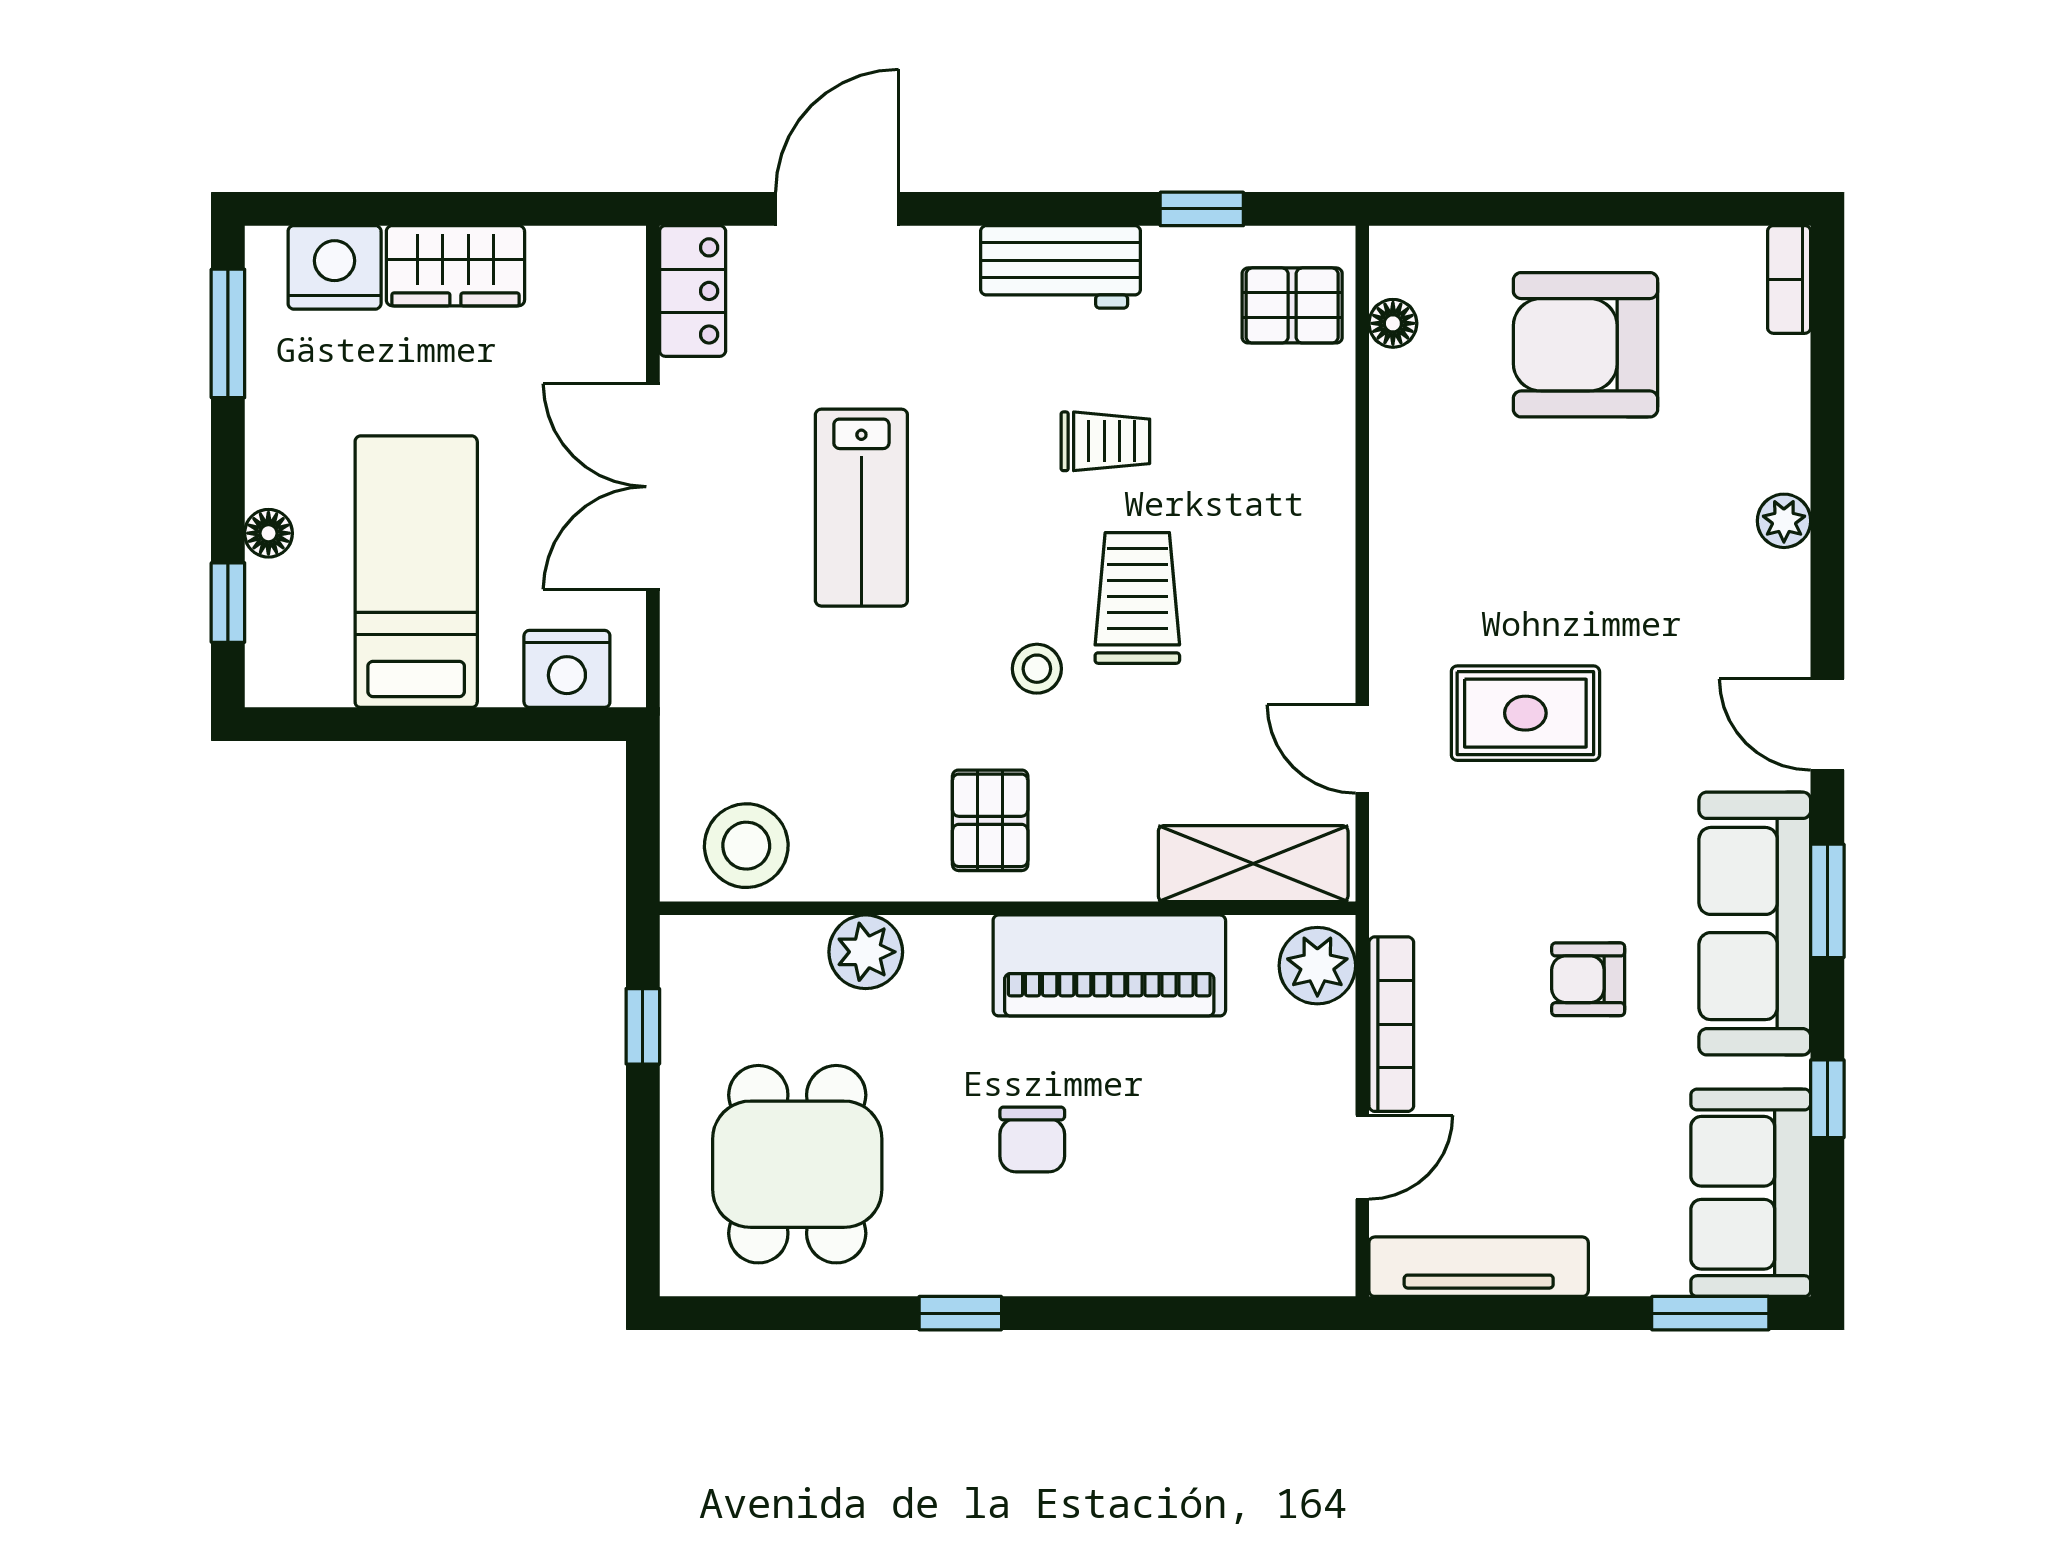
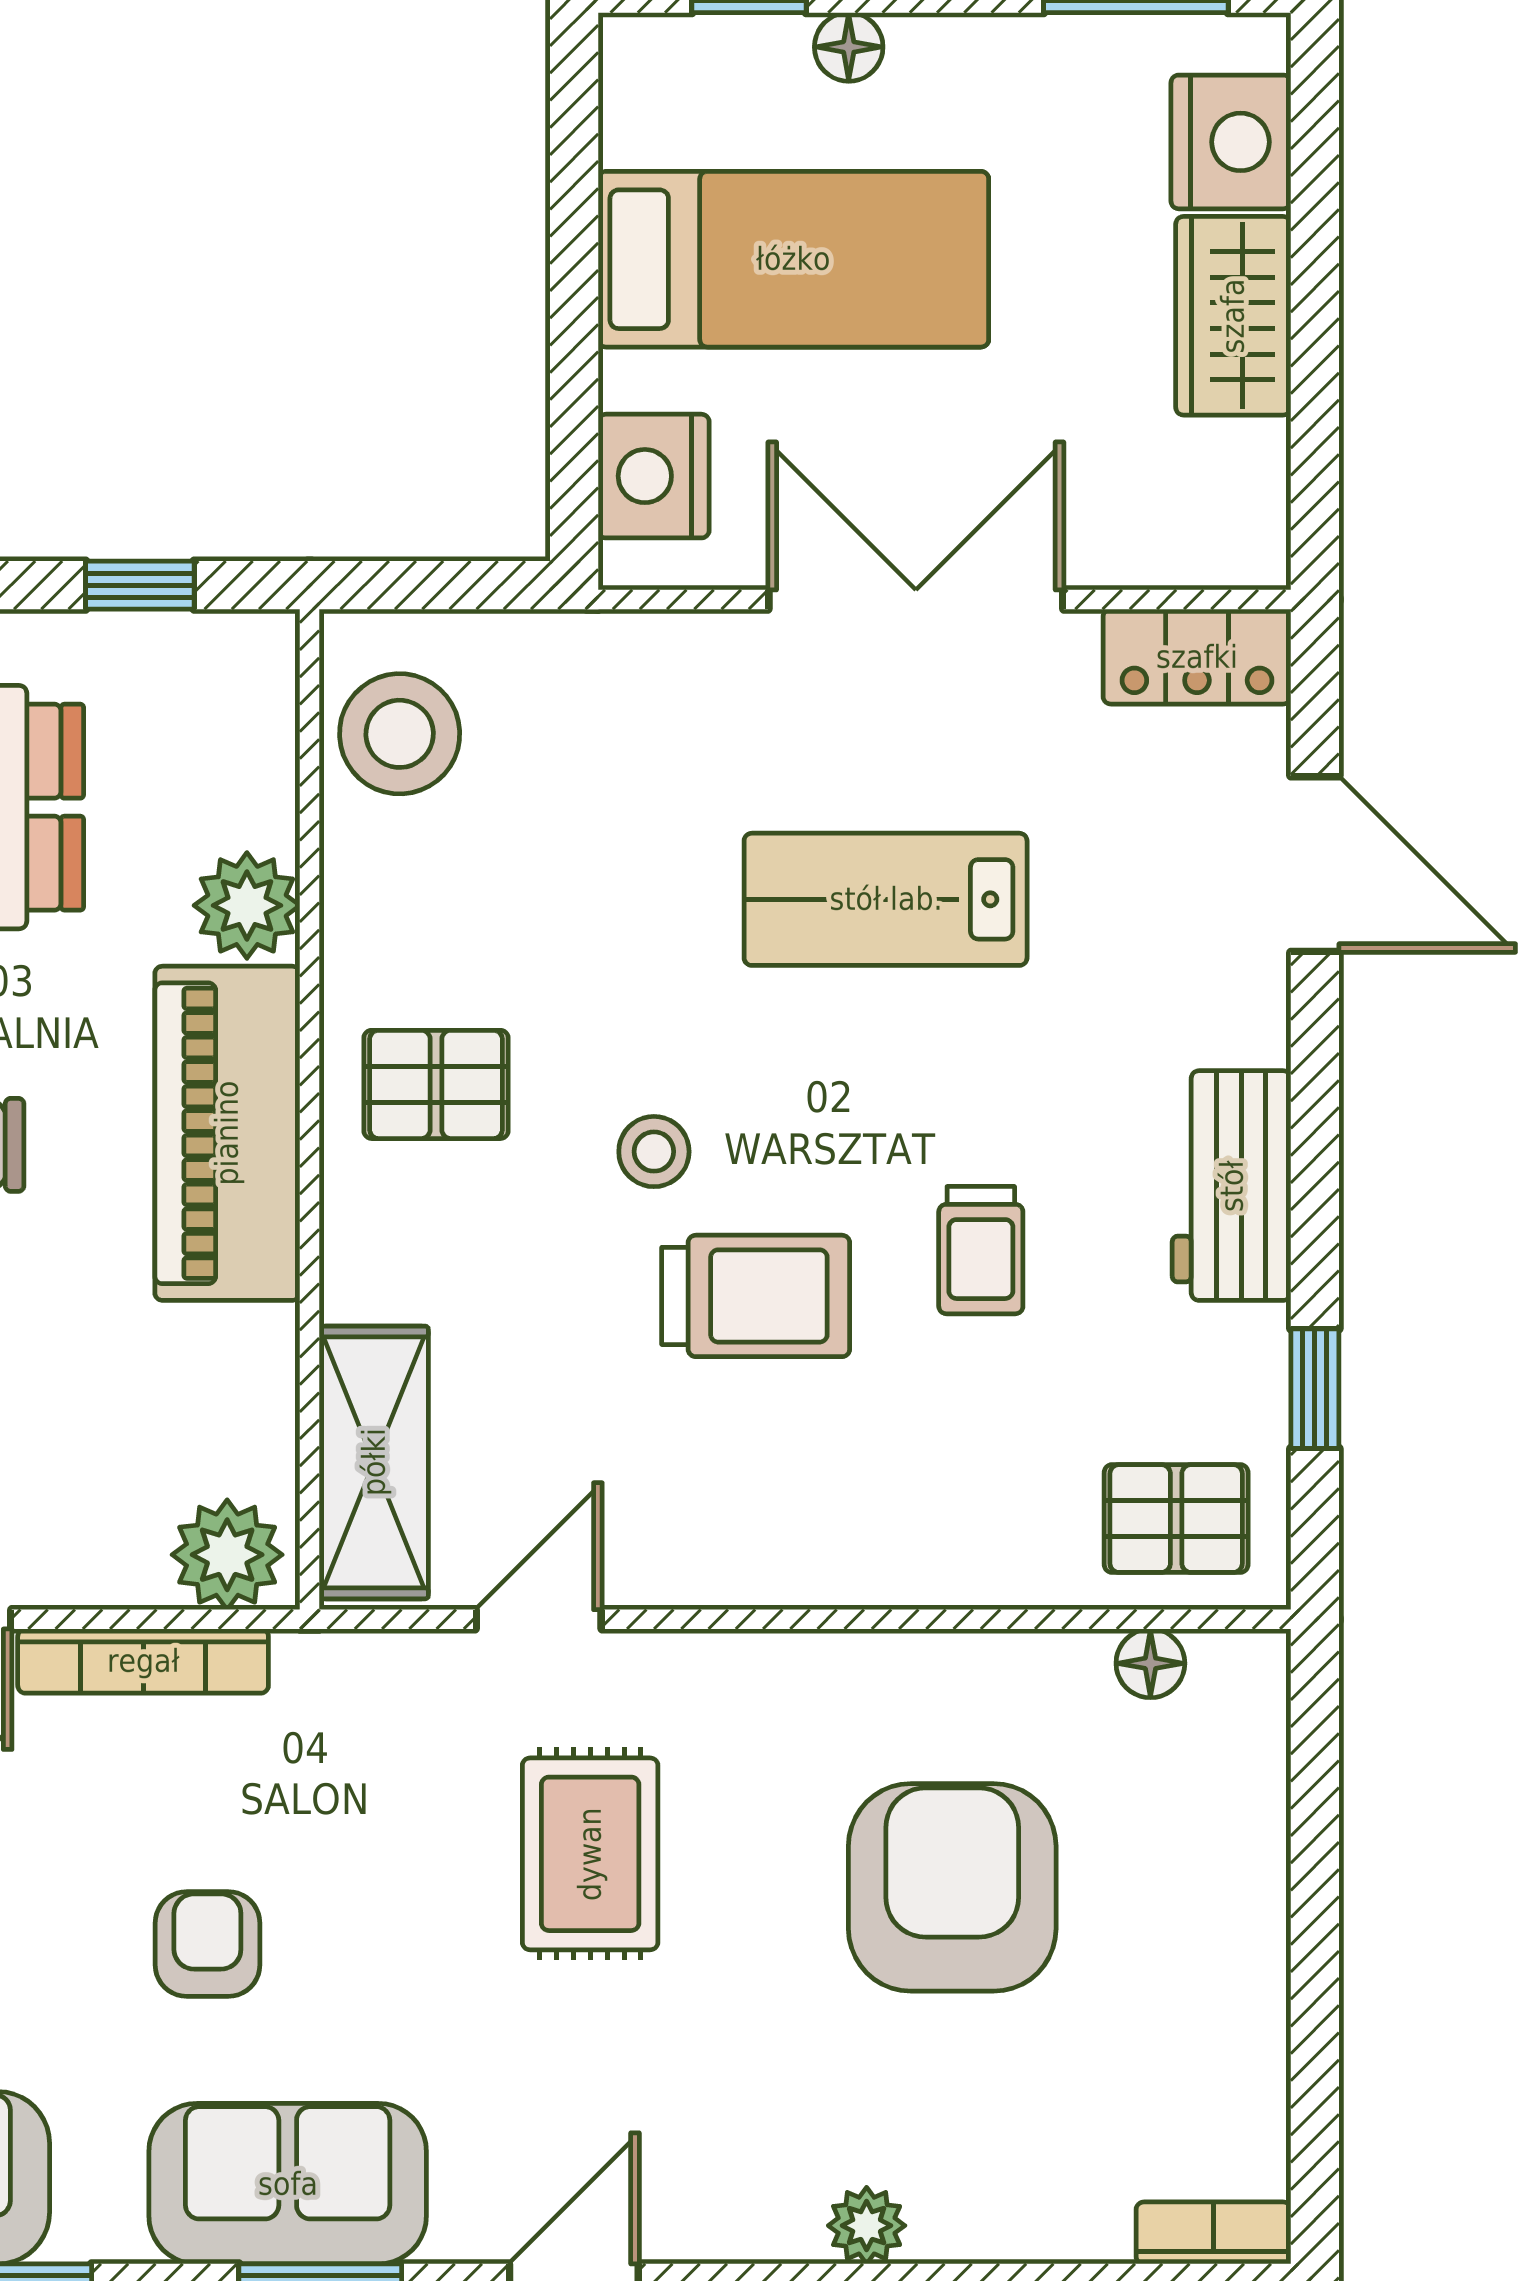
pallet: (1292, 305) -> (1176, 1519), turned 90
armchair: (1585, 345) -> (952, 1887), moved
sofa: (1755, 924) -> (288, 2184), width x0.73
piano: (1109, 965) -> (227, 1133), moved

